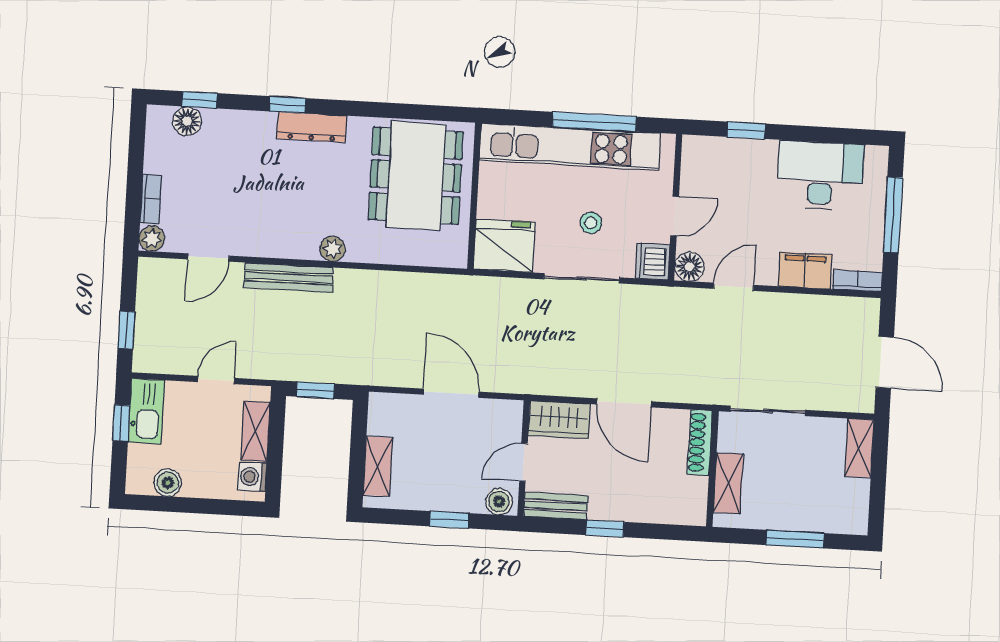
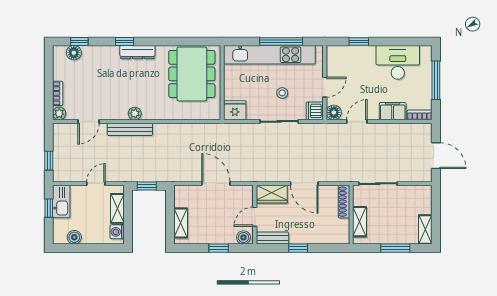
fridge: (504, 246) -> (235, 110), width x0.73, depth x0.75
plant: (332, 249) -> (135, 113), moved
shelving: (859, 448) -> (425, 229), moved

